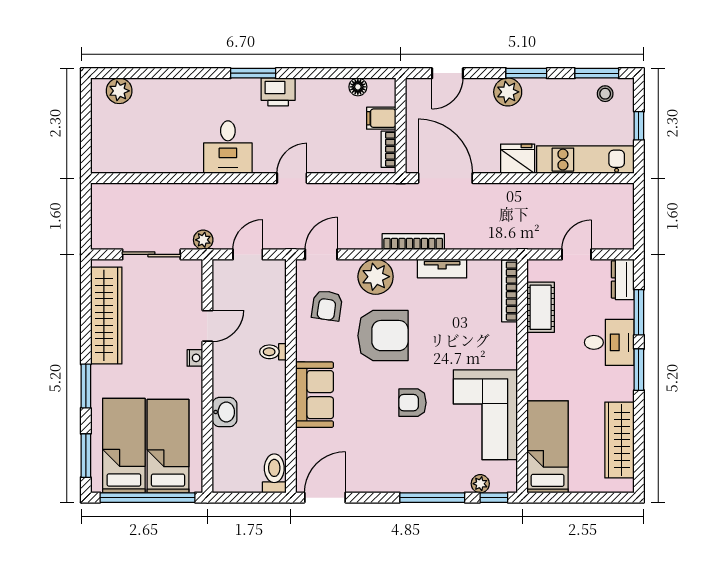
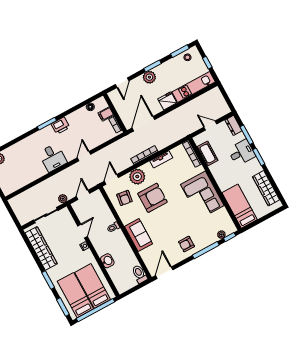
door: (445, 178) -> (143, 124), hinge flipped
door: (577, 254) -> (210, 126), hinge flipped
armchair: (412, 403) -> (186, 244), moved
corner sofa: (485, 415) -> (202, 195), moved

